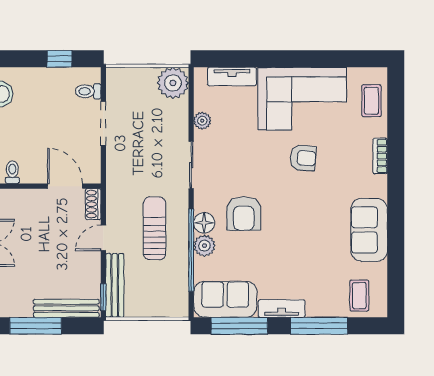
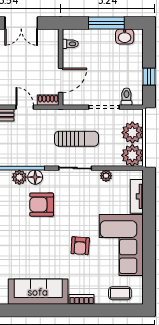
plant: (140, 83) -> (132, 133), added
sun lounger: (155, 228) -> (76, 139), moved
sofa: (369, 230) -> (38, 292), width x1.36

